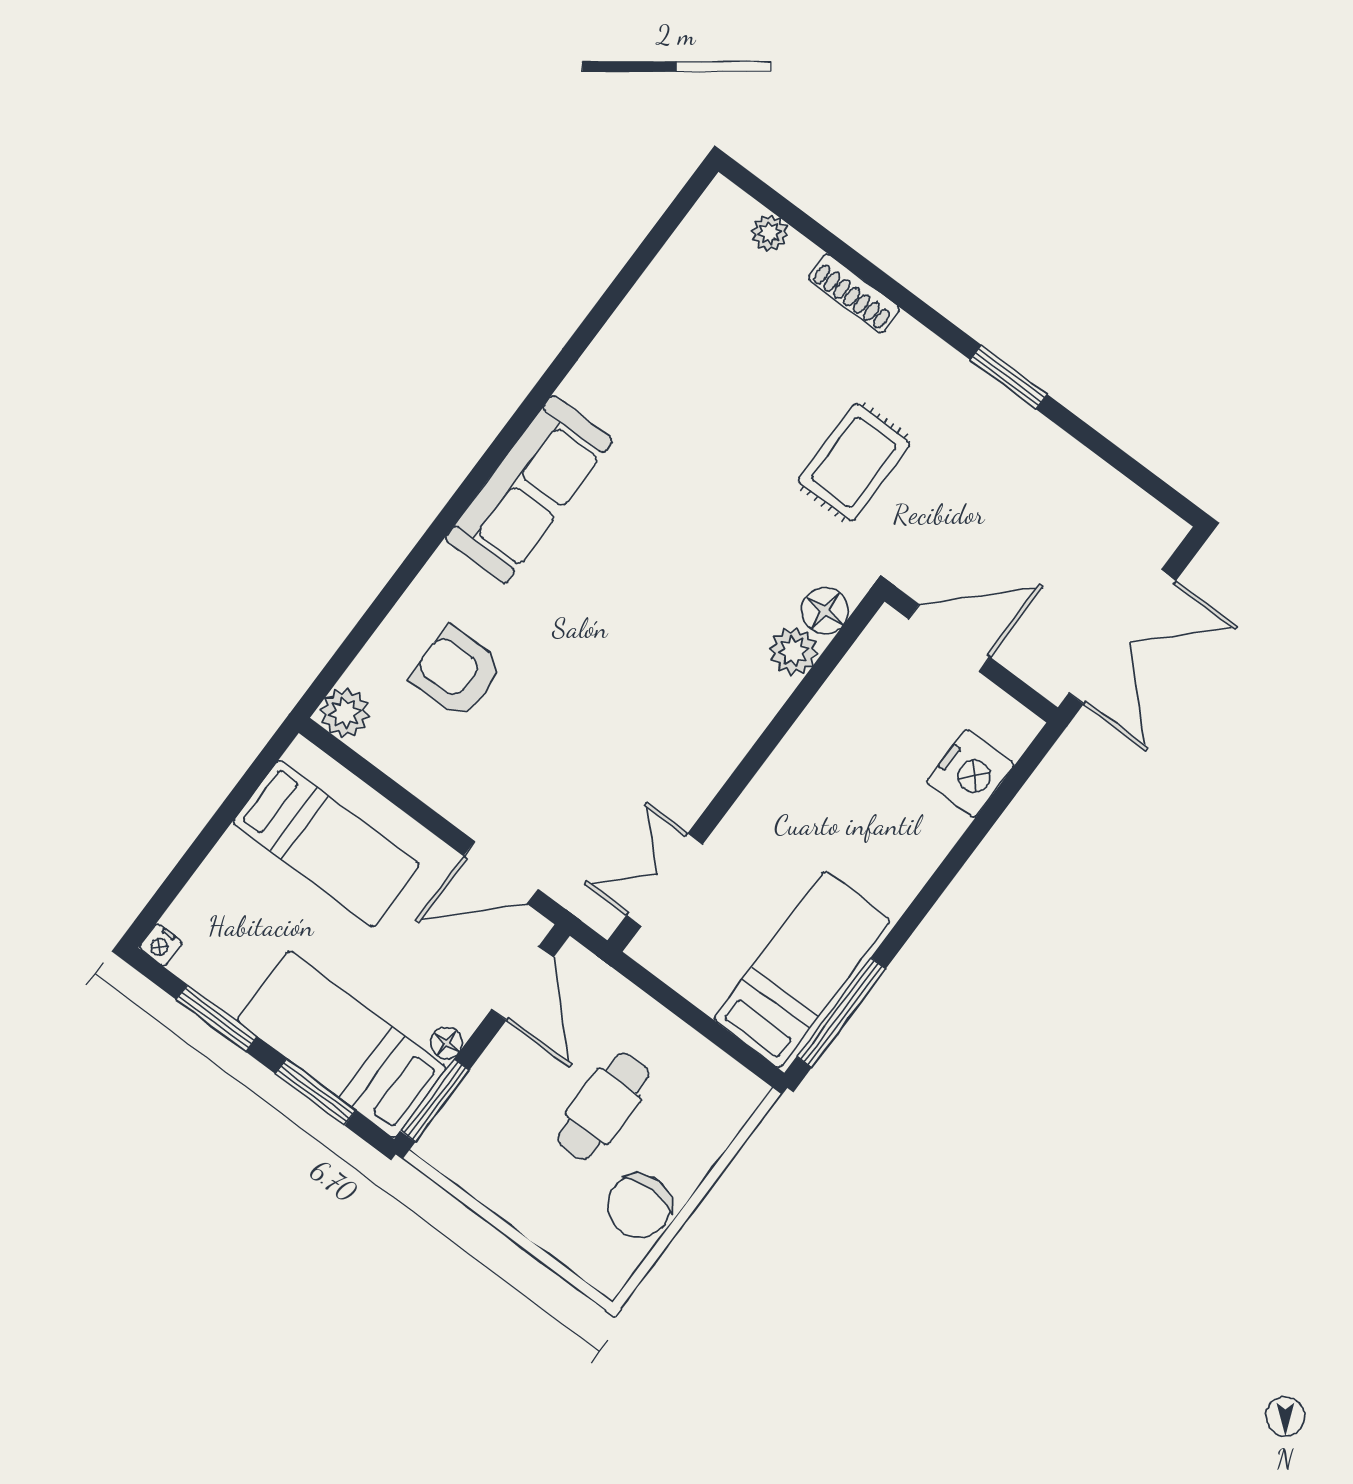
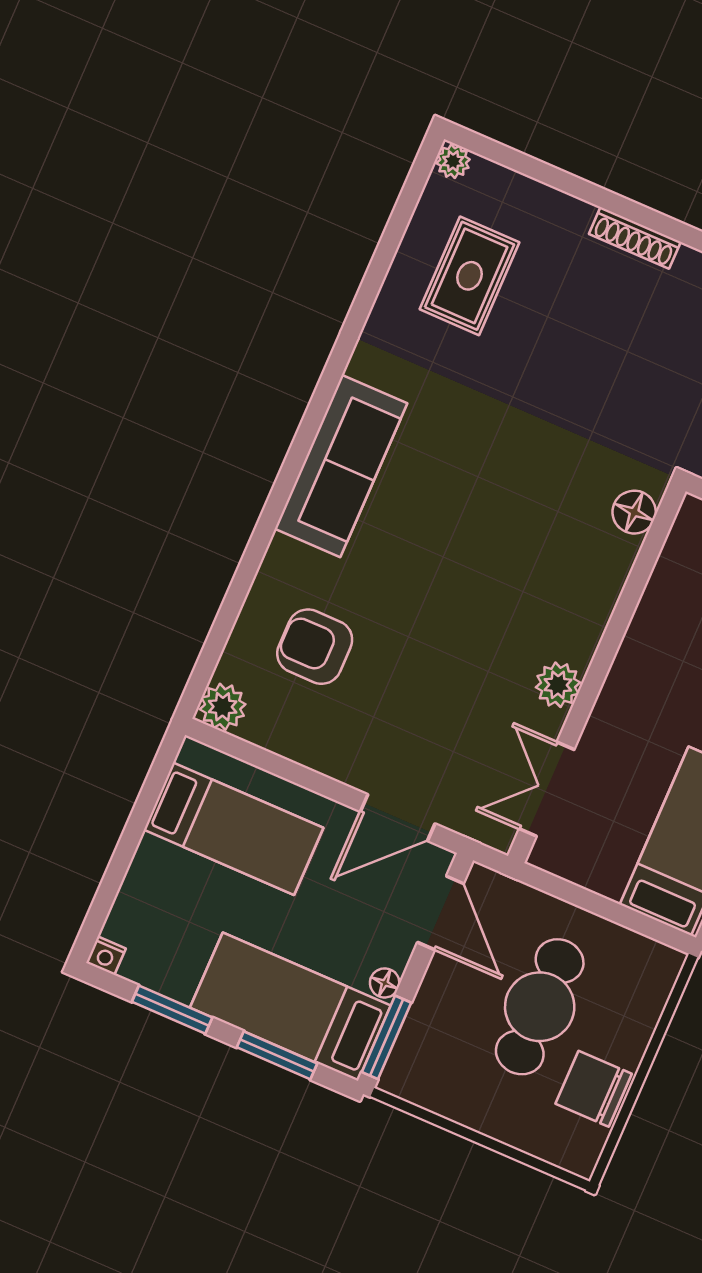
plant: (770, 233) -> (453, 161), moved
shoe rack: (854, 293) -> (635, 238), moved
rug: (854, 462) -> (470, 276), moved
plant: (794, 651) -> (558, 685), moved
cafe table: (603, 1106) -> (540, 1007), width x1.37, depth x1.35
chair: (639, 1206) -> (594, 1089), turned 90

